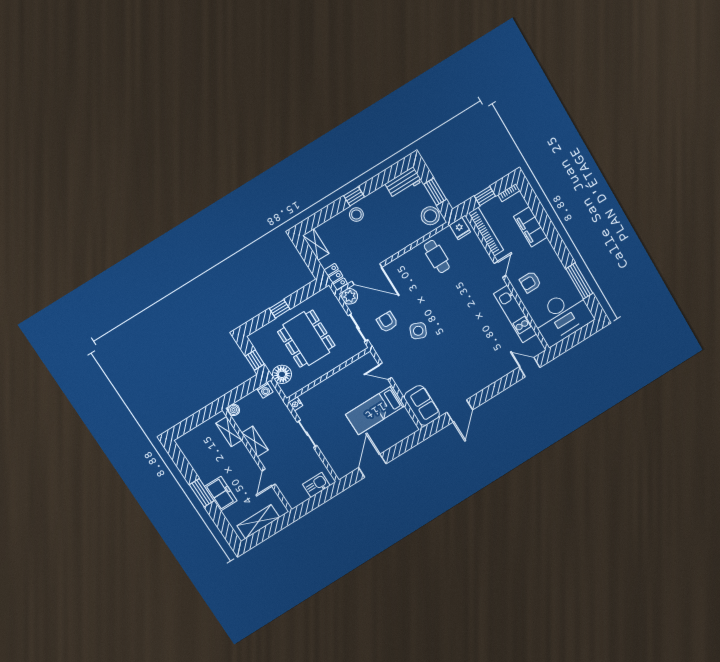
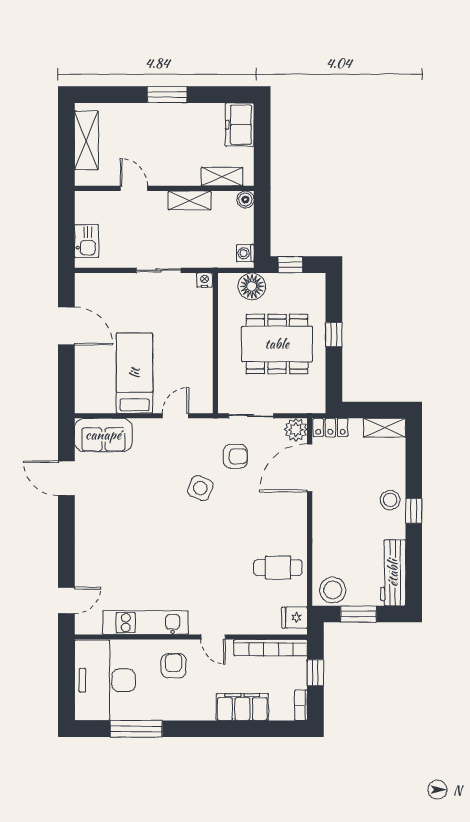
workbench: (404, 183) -> (393, 573), width x1.38
freezer: (221, 494) -> (240, 125), moved, turned 90

